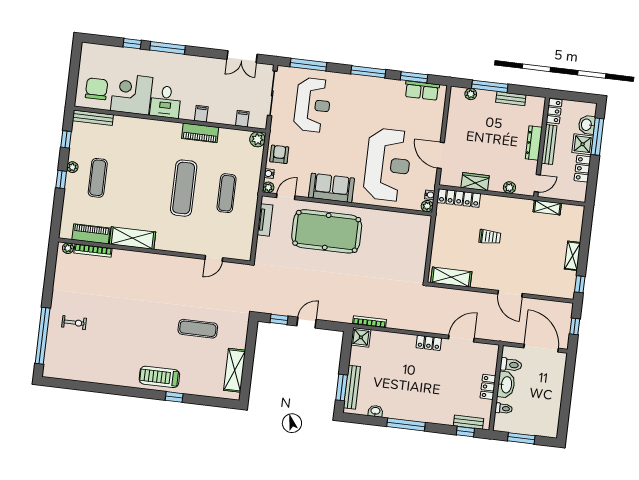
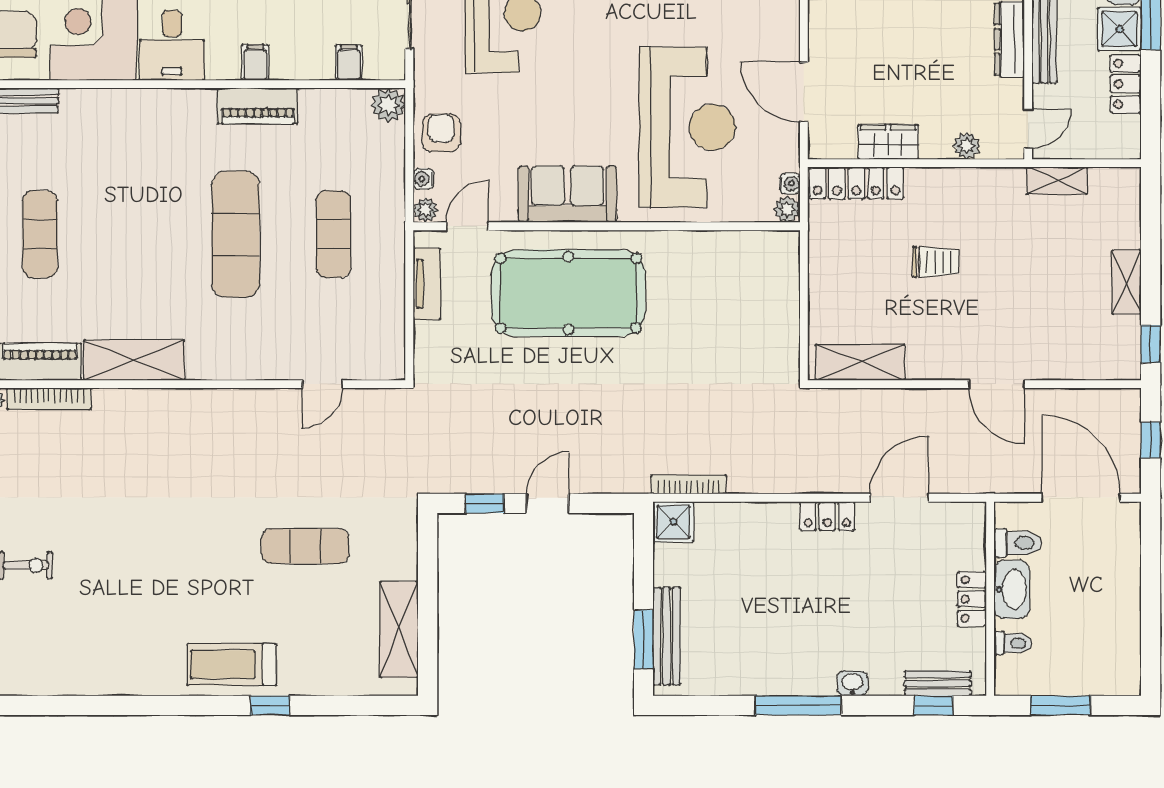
washbasin: (375, 411) -> (852, 683), moved

